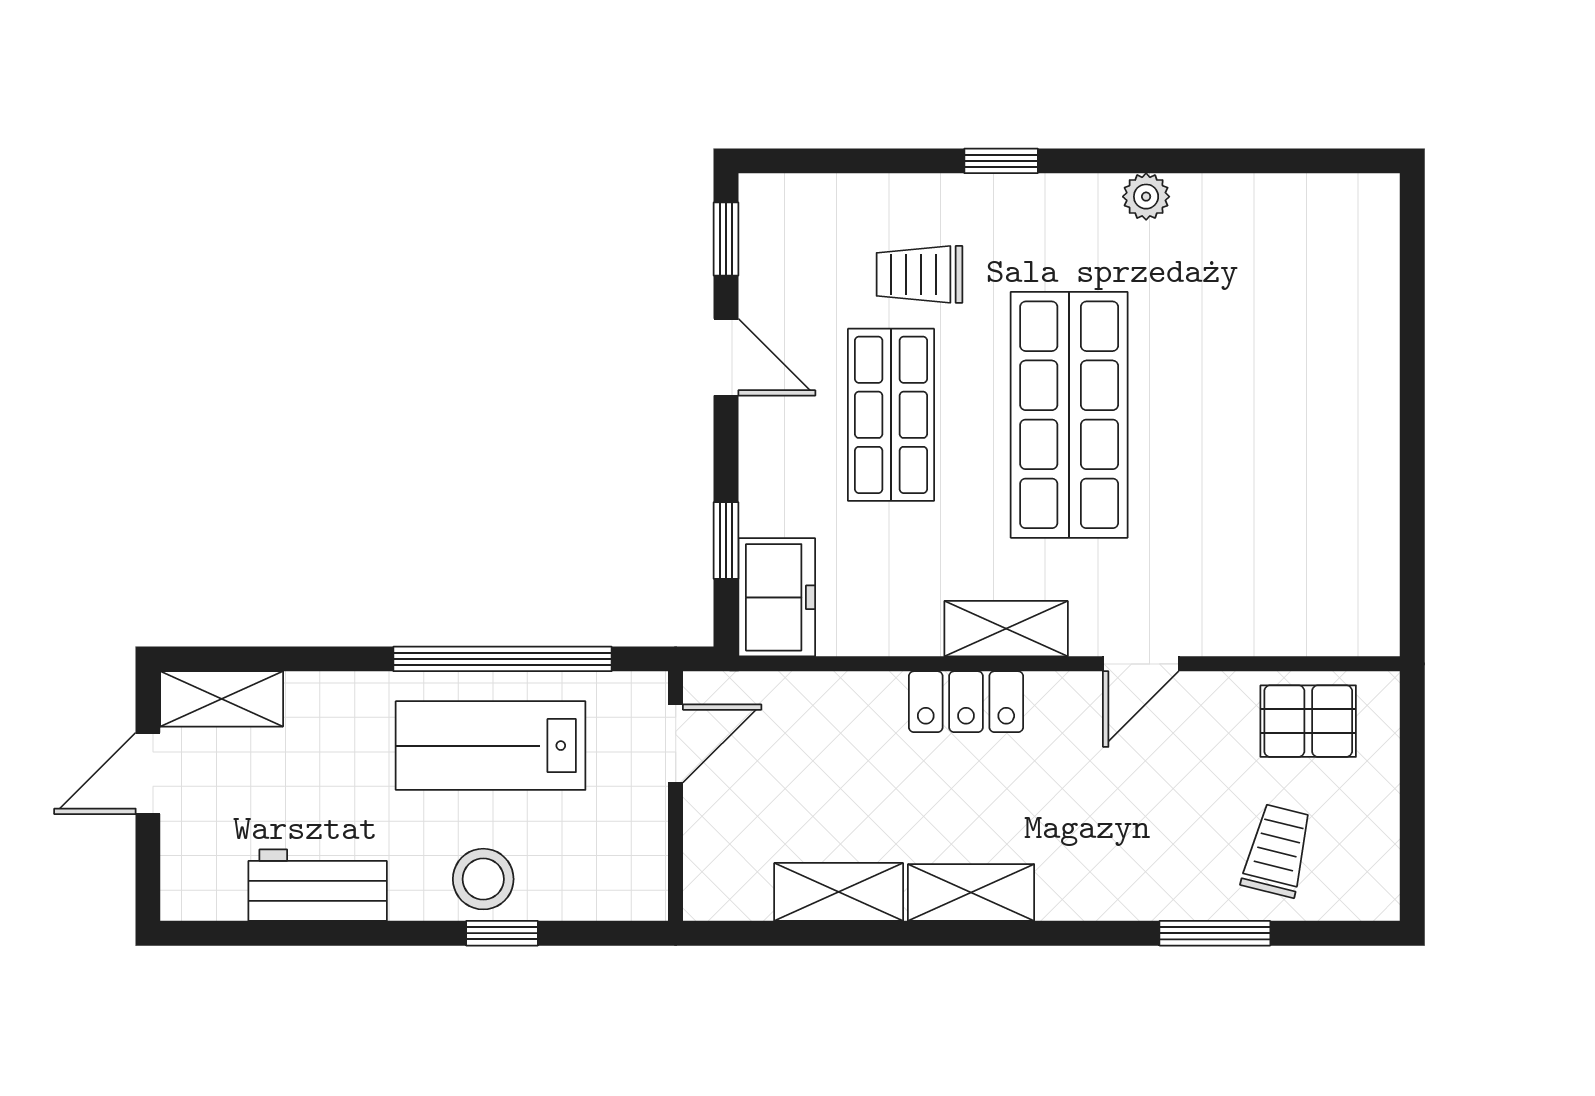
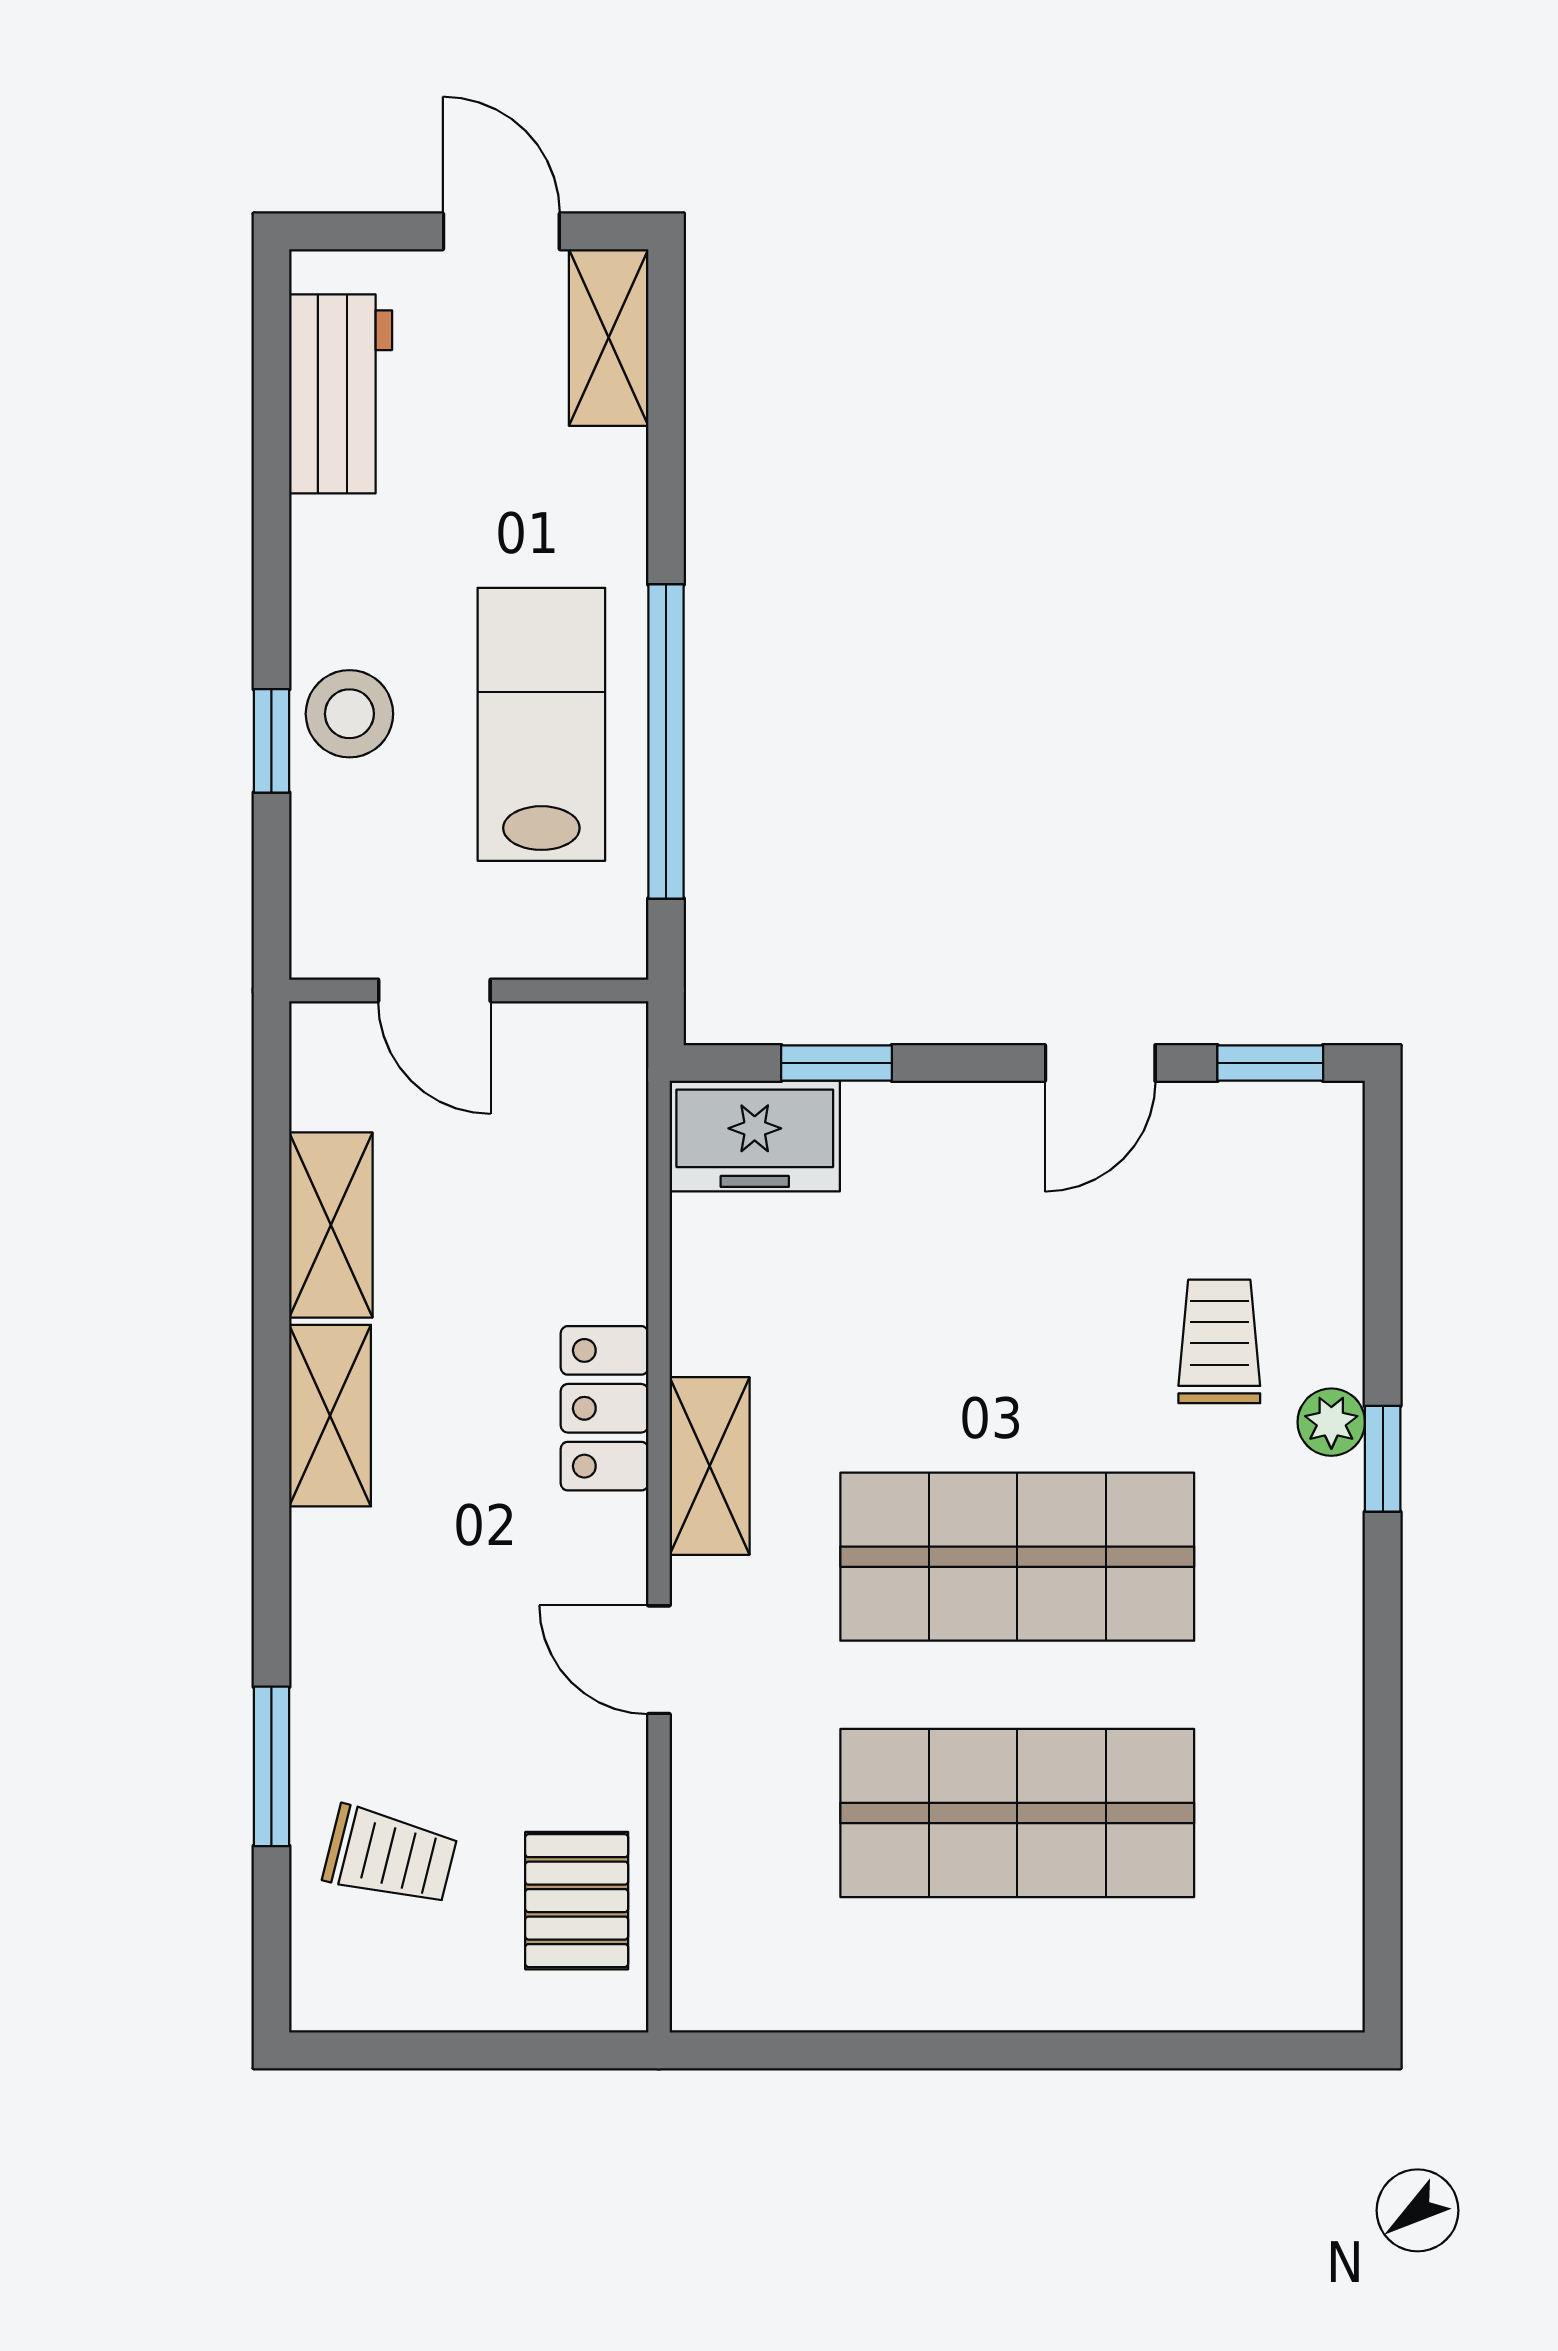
plant: (1146, 197) -> (1331, 1422), moved
shop shelf: (891, 415) -> (1017, 1813), moved, width x1.43, depth x1.36
door: (676, 743) -> (434, 990), moved
workbench: (318, 885) -> (341, 394), moved

